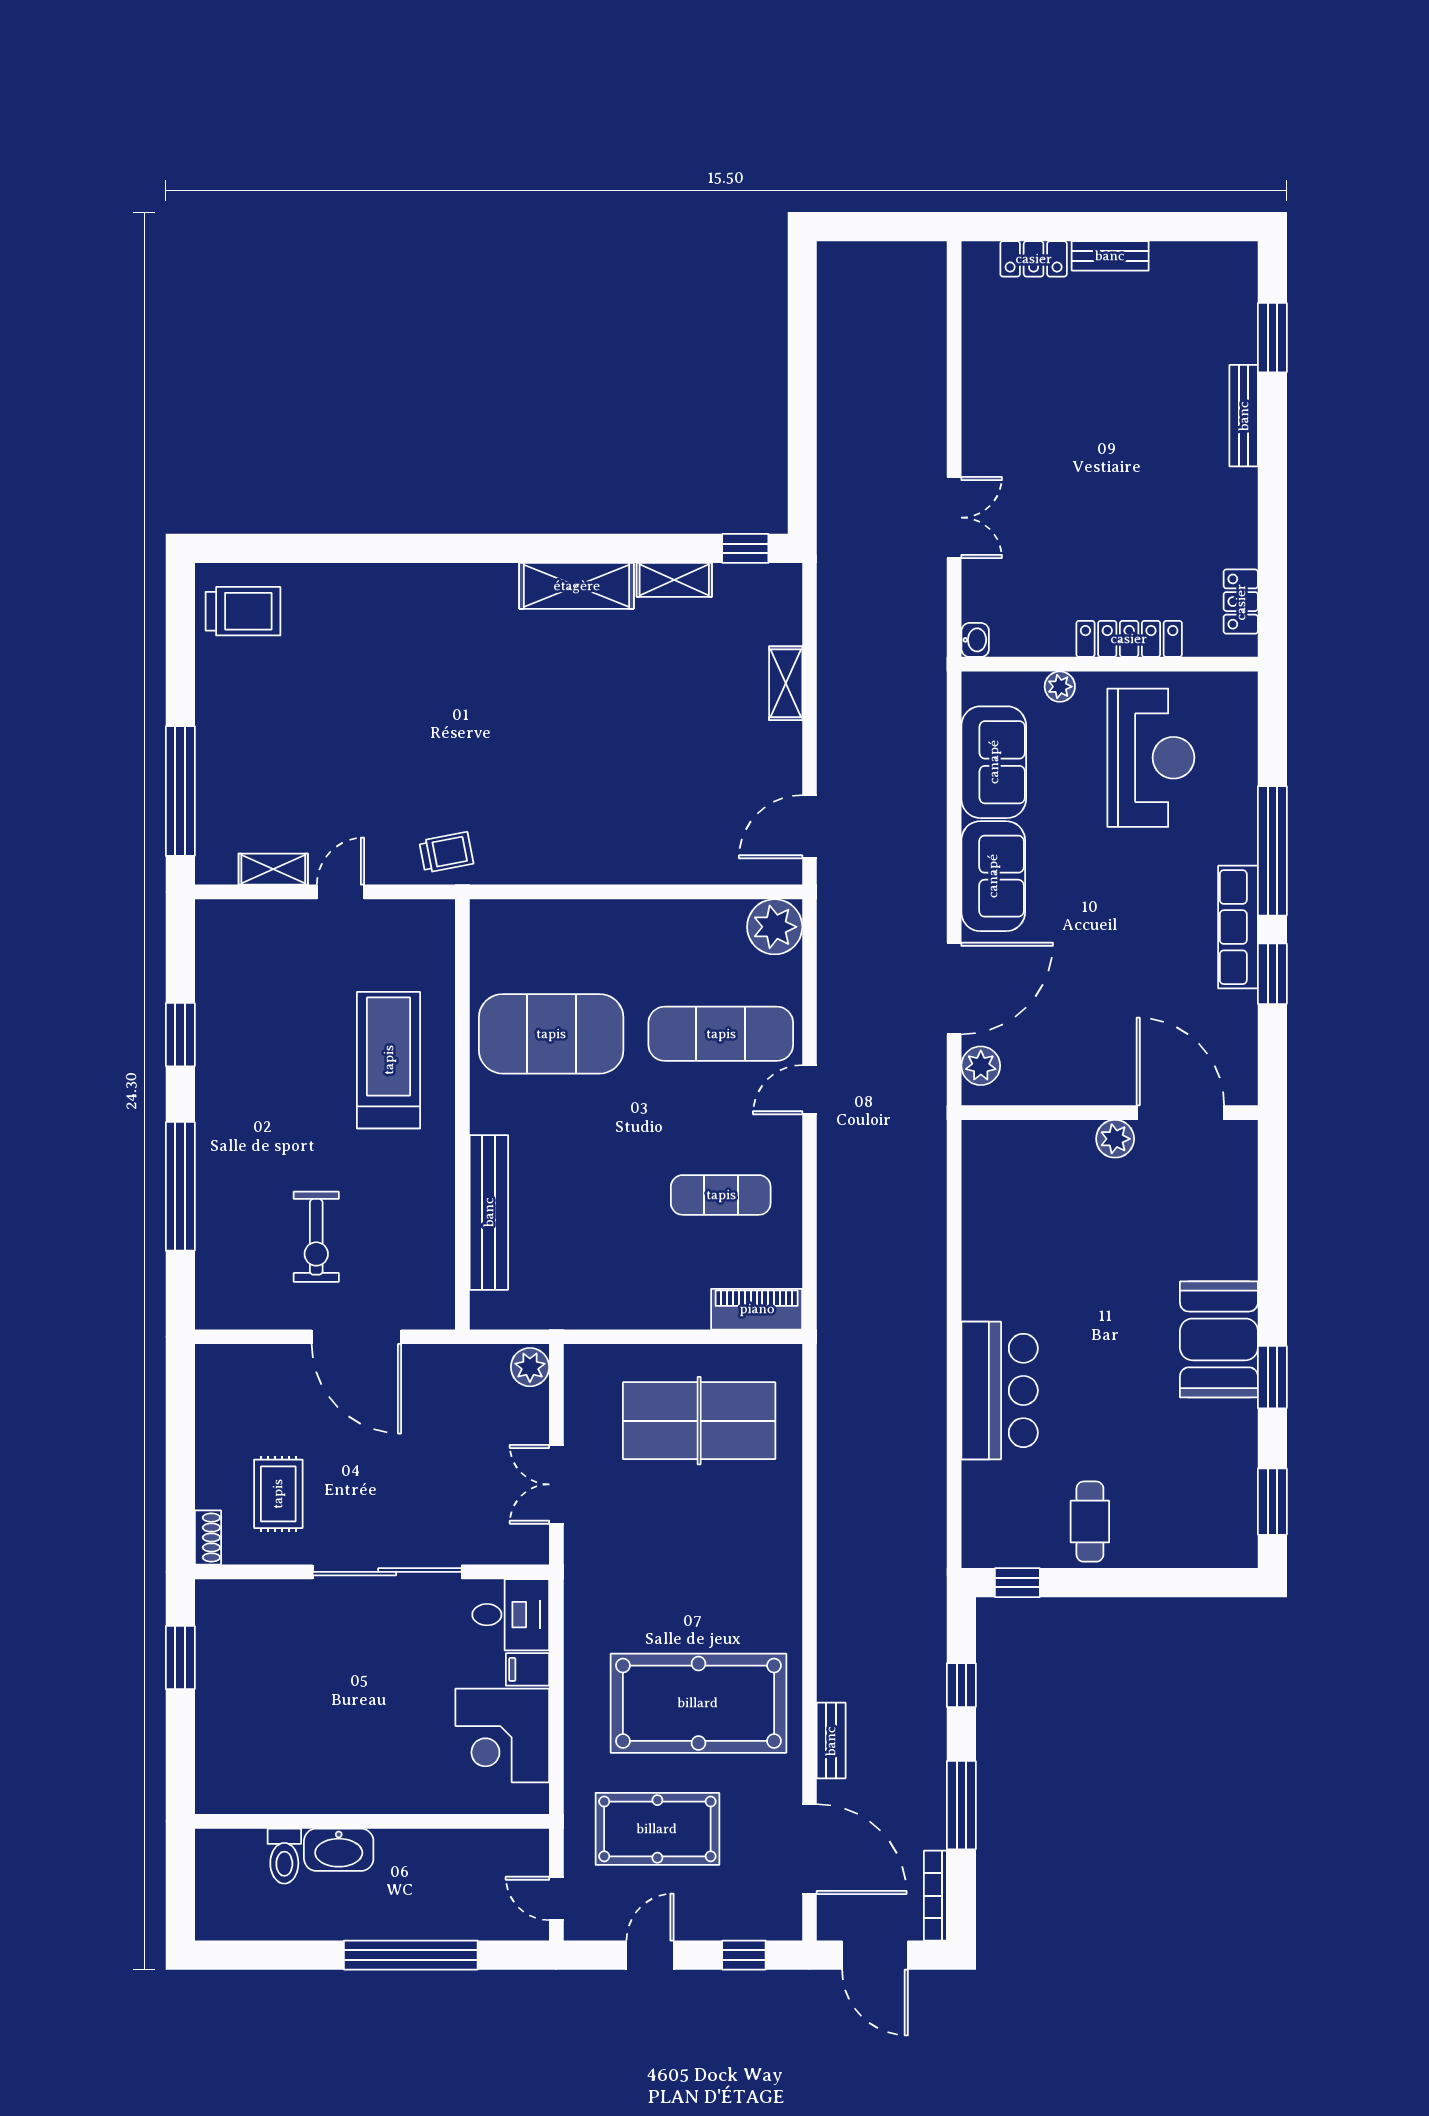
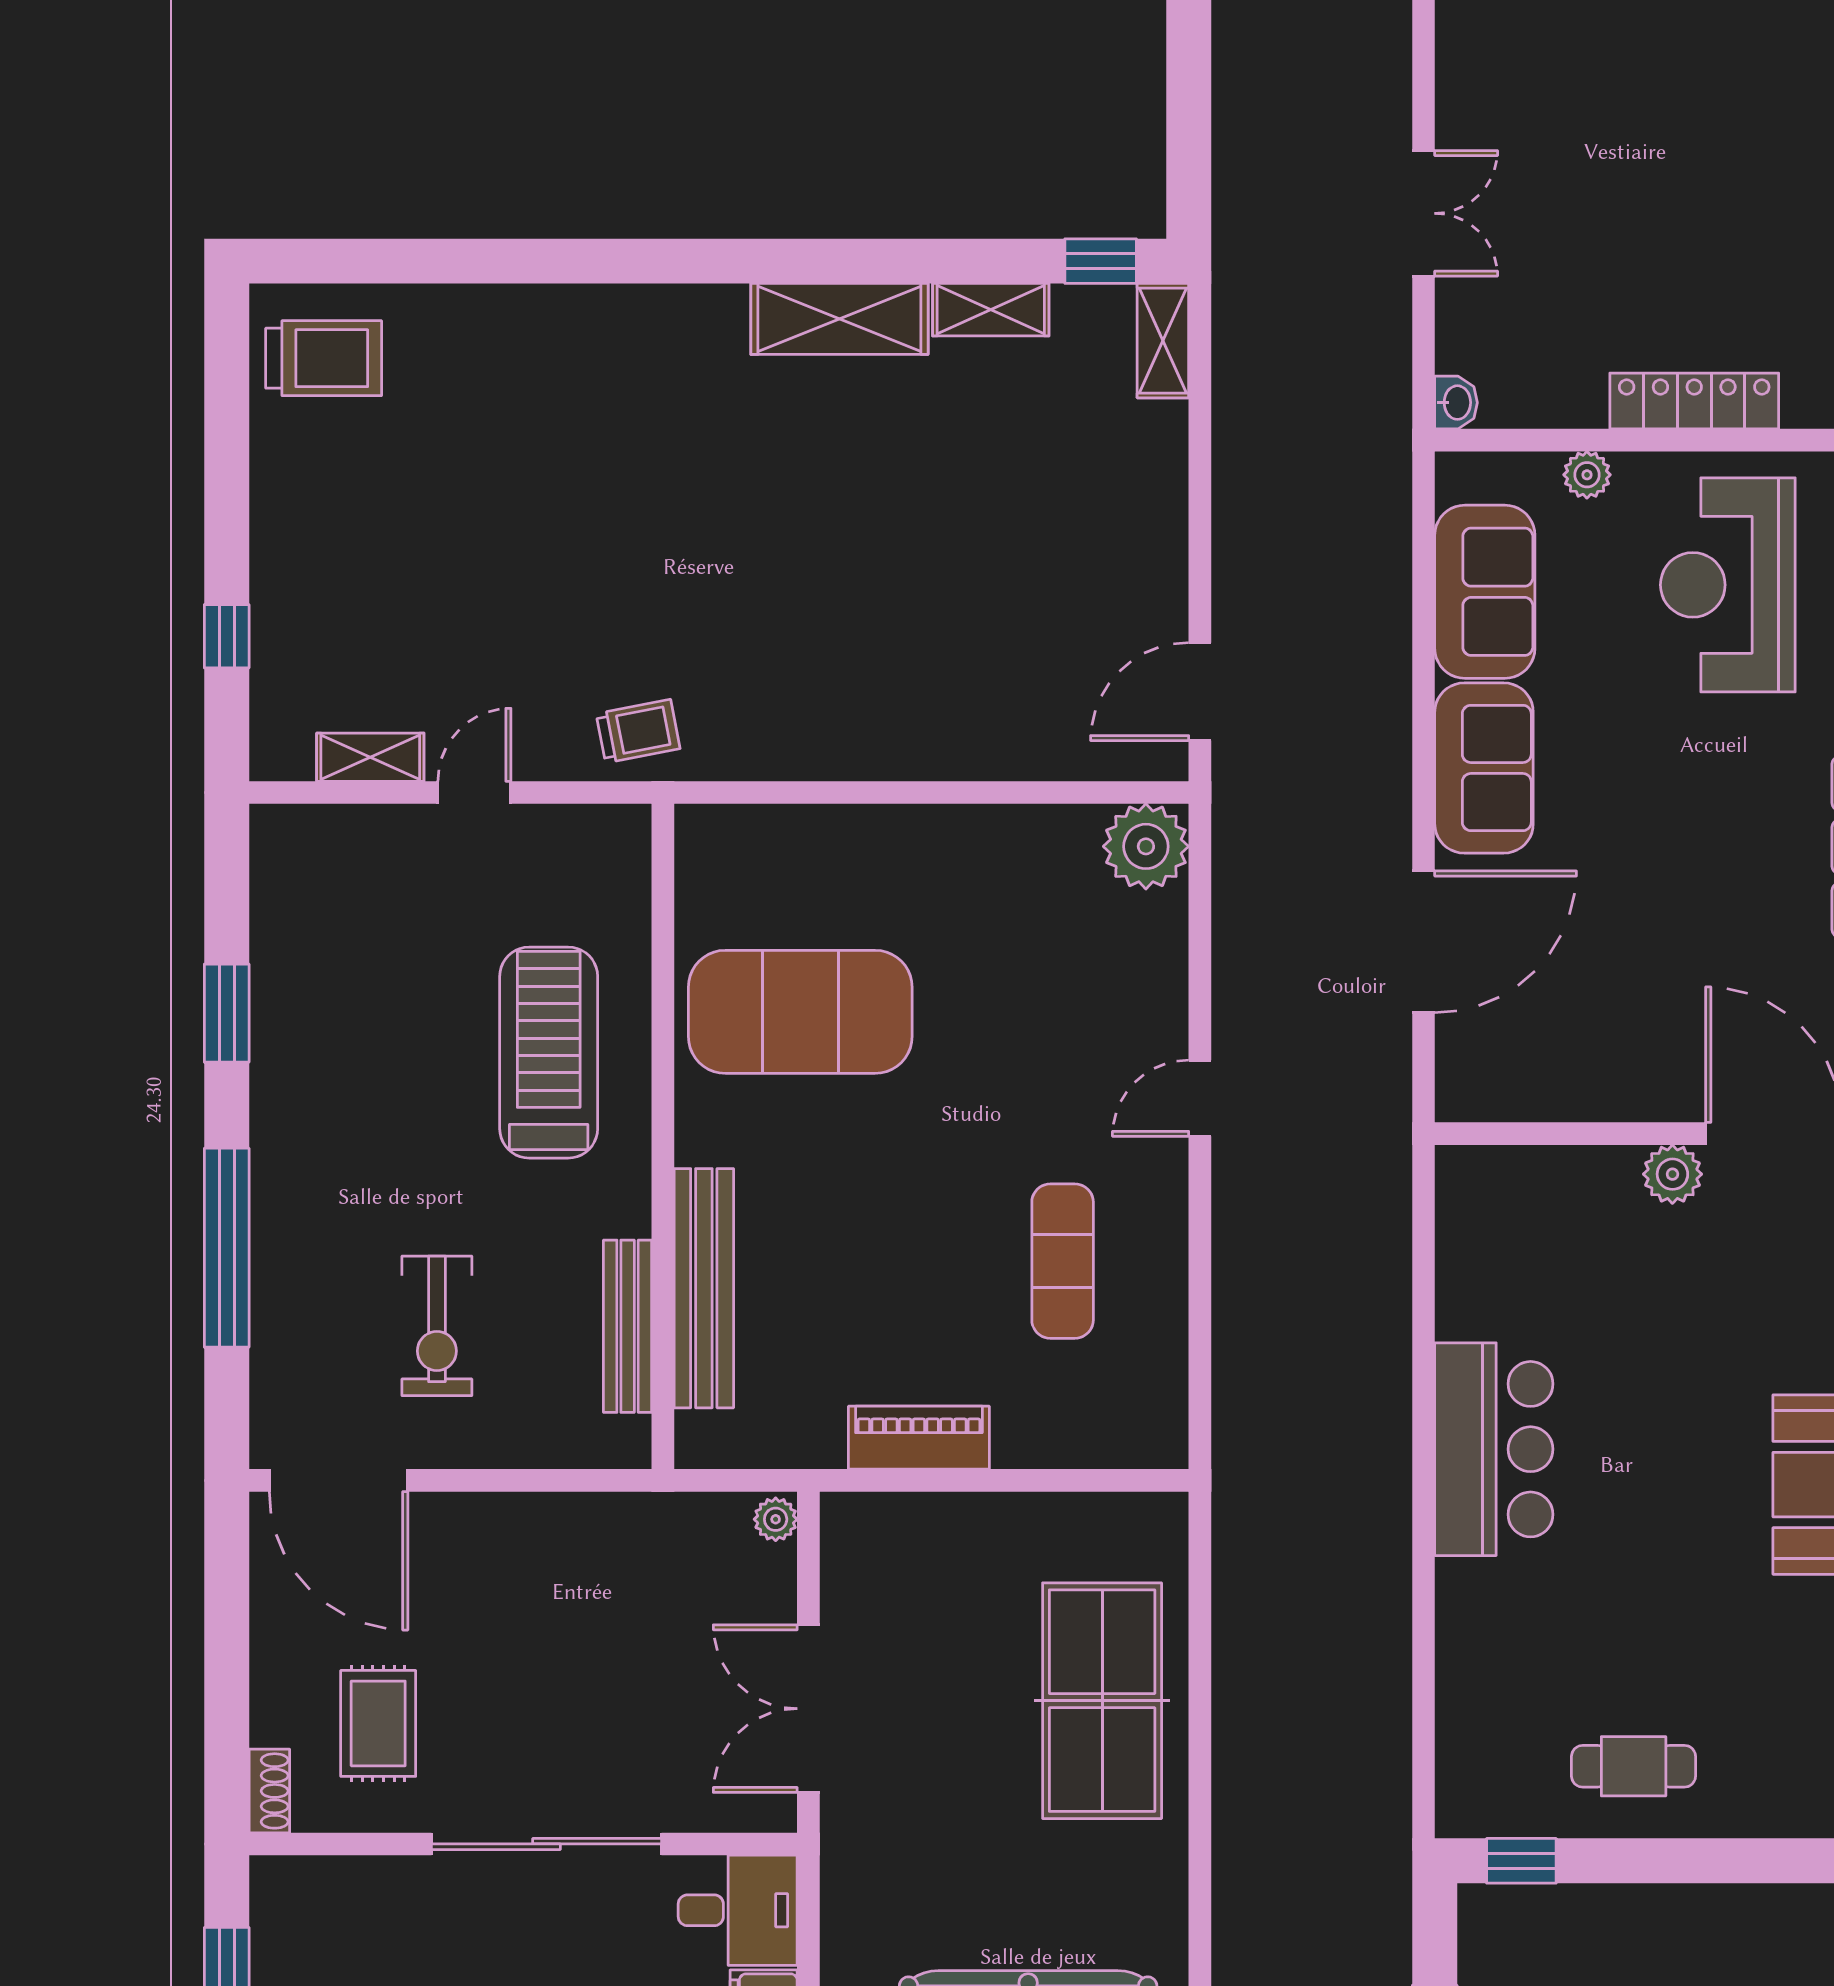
shelving: (786, 683) -> (1163, 341), moved
reception desk: (1151, 758) -> (1728, 585), turned 180
window: (180, 791) -> (227, 636), width x0.32
exercise mat: (721, 1034) -> (1063, 1012), removed
plant: (981, 1066) -> (1465, 1061), removed
exercise mat: (721, 1195) -> (1063, 1261), turned 90
bench: (440, 1237) -> (628, 1326), added
piano: (757, 1309) -> (919, 1438), moved
door: (356, 1337) -> (339, 1480), moved
plant: (530, 1367) -> (776, 1519), width x0.73, depth x0.73
bar counter: (1000, 1390) -> (1494, 1449), moved
table tennis table: (699, 1421) -> (1102, 1701), moved, turned 90
double door: (556, 1484) -> (808, 1709), width x1.37
cafe table: (1090, 1522) -> (1634, 1766), turned 90

